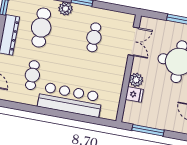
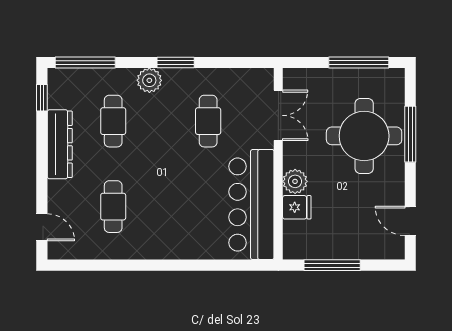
cafe table: (41, 28) -> (113, 121), width x0.73, depth x0.74
bar counter: (70, 100) -> (251, 205), moved, turned -90

